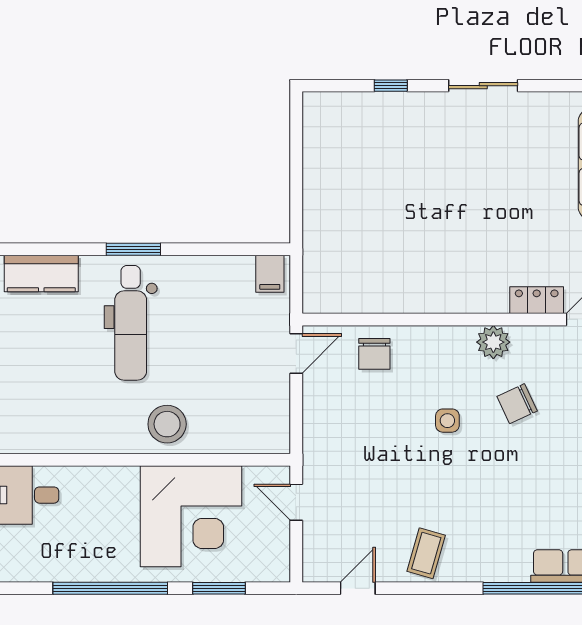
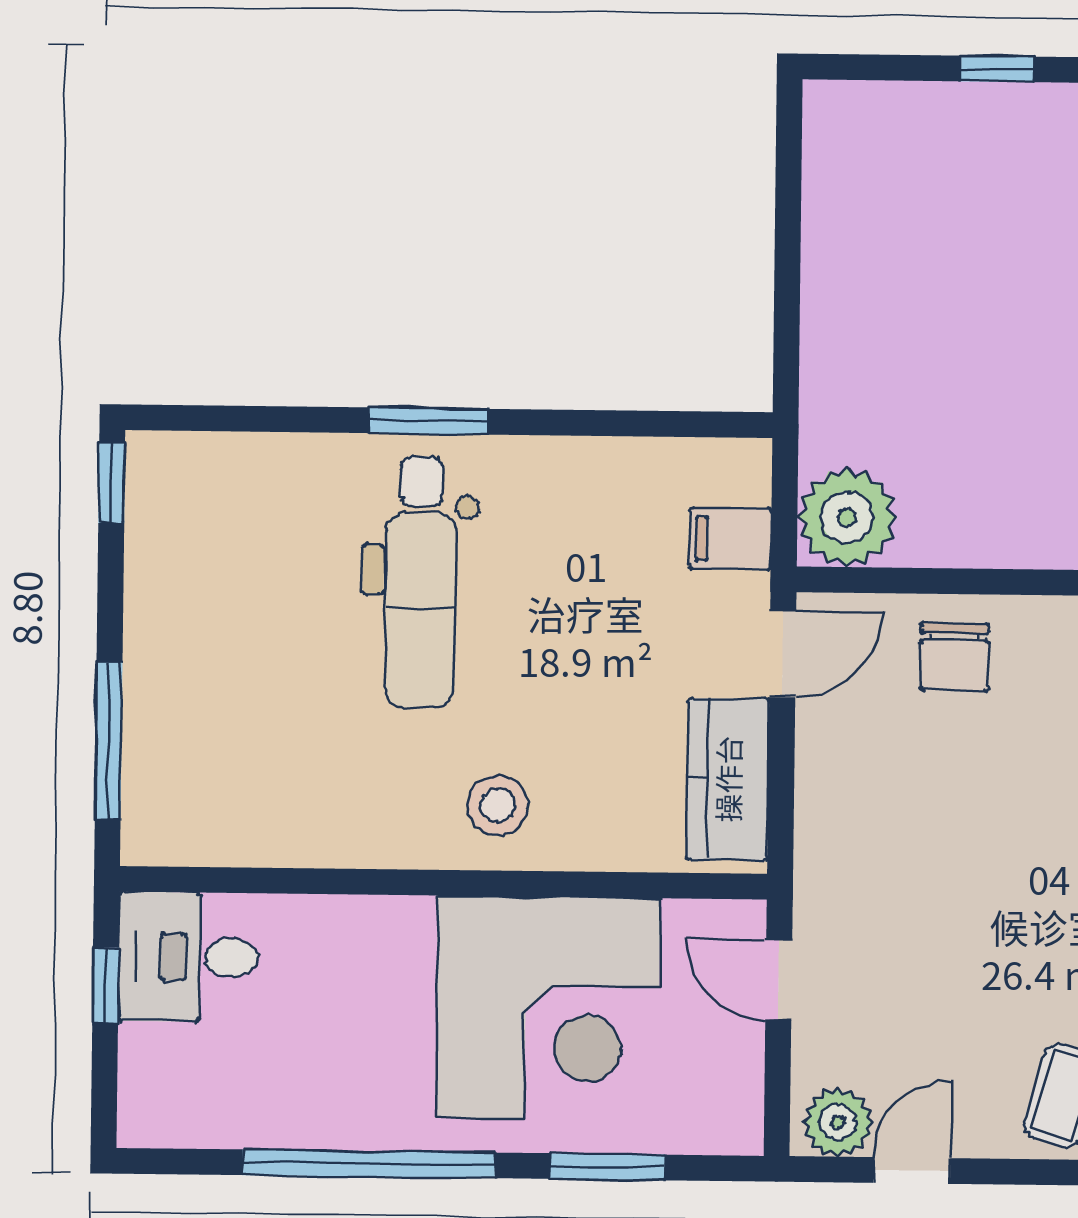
kitchen counter: (41, 274) -> (728, 779), moved, turned 90
filing cabinet: (270, 274) -> (730, 539), moved, turned 90
plant: (325, 291) -> (847, 517), added
stool: (167, 424) -> (498, 805), width x0.73, depth x0.73
plant: (324, 567) -> (838, 1122), added

